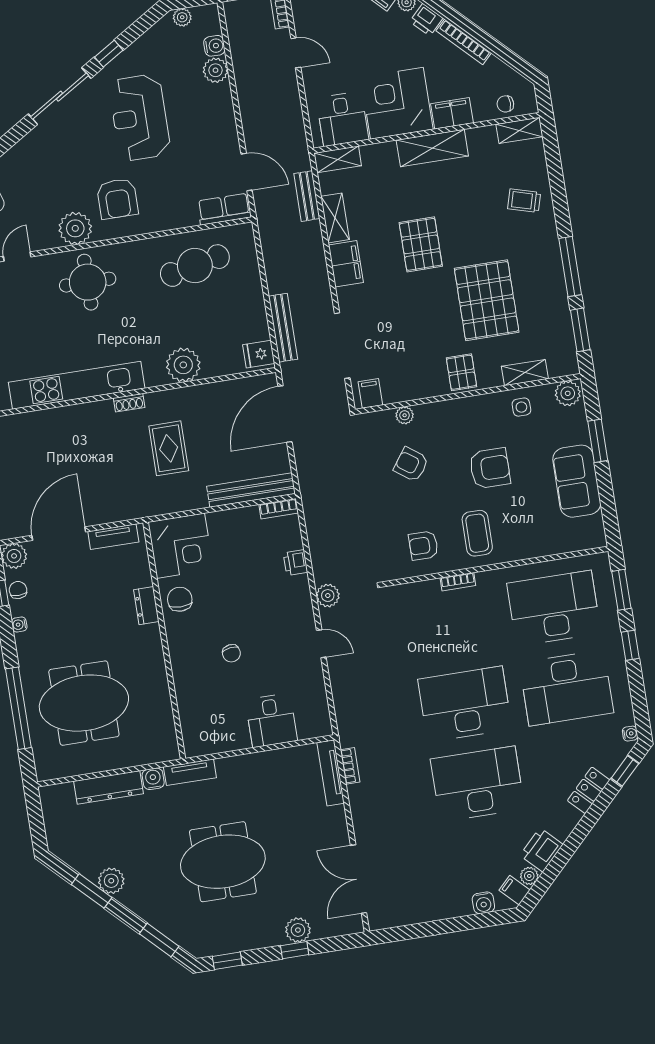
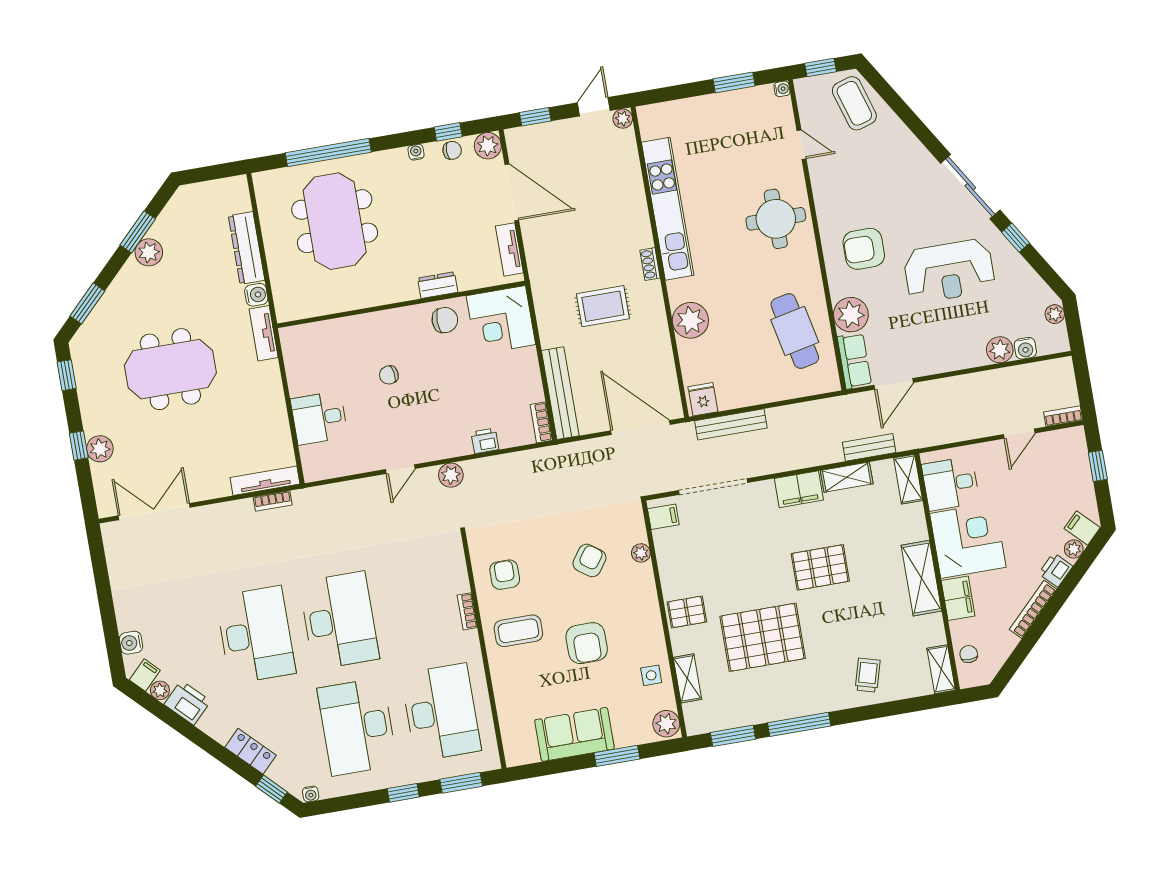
reception desk: (140, 117) -> (949, 271), turned 180
plant: (75, 228) -> (851, 315), moved
meeting table: (223, 862) -> (170, 369), turned 90

